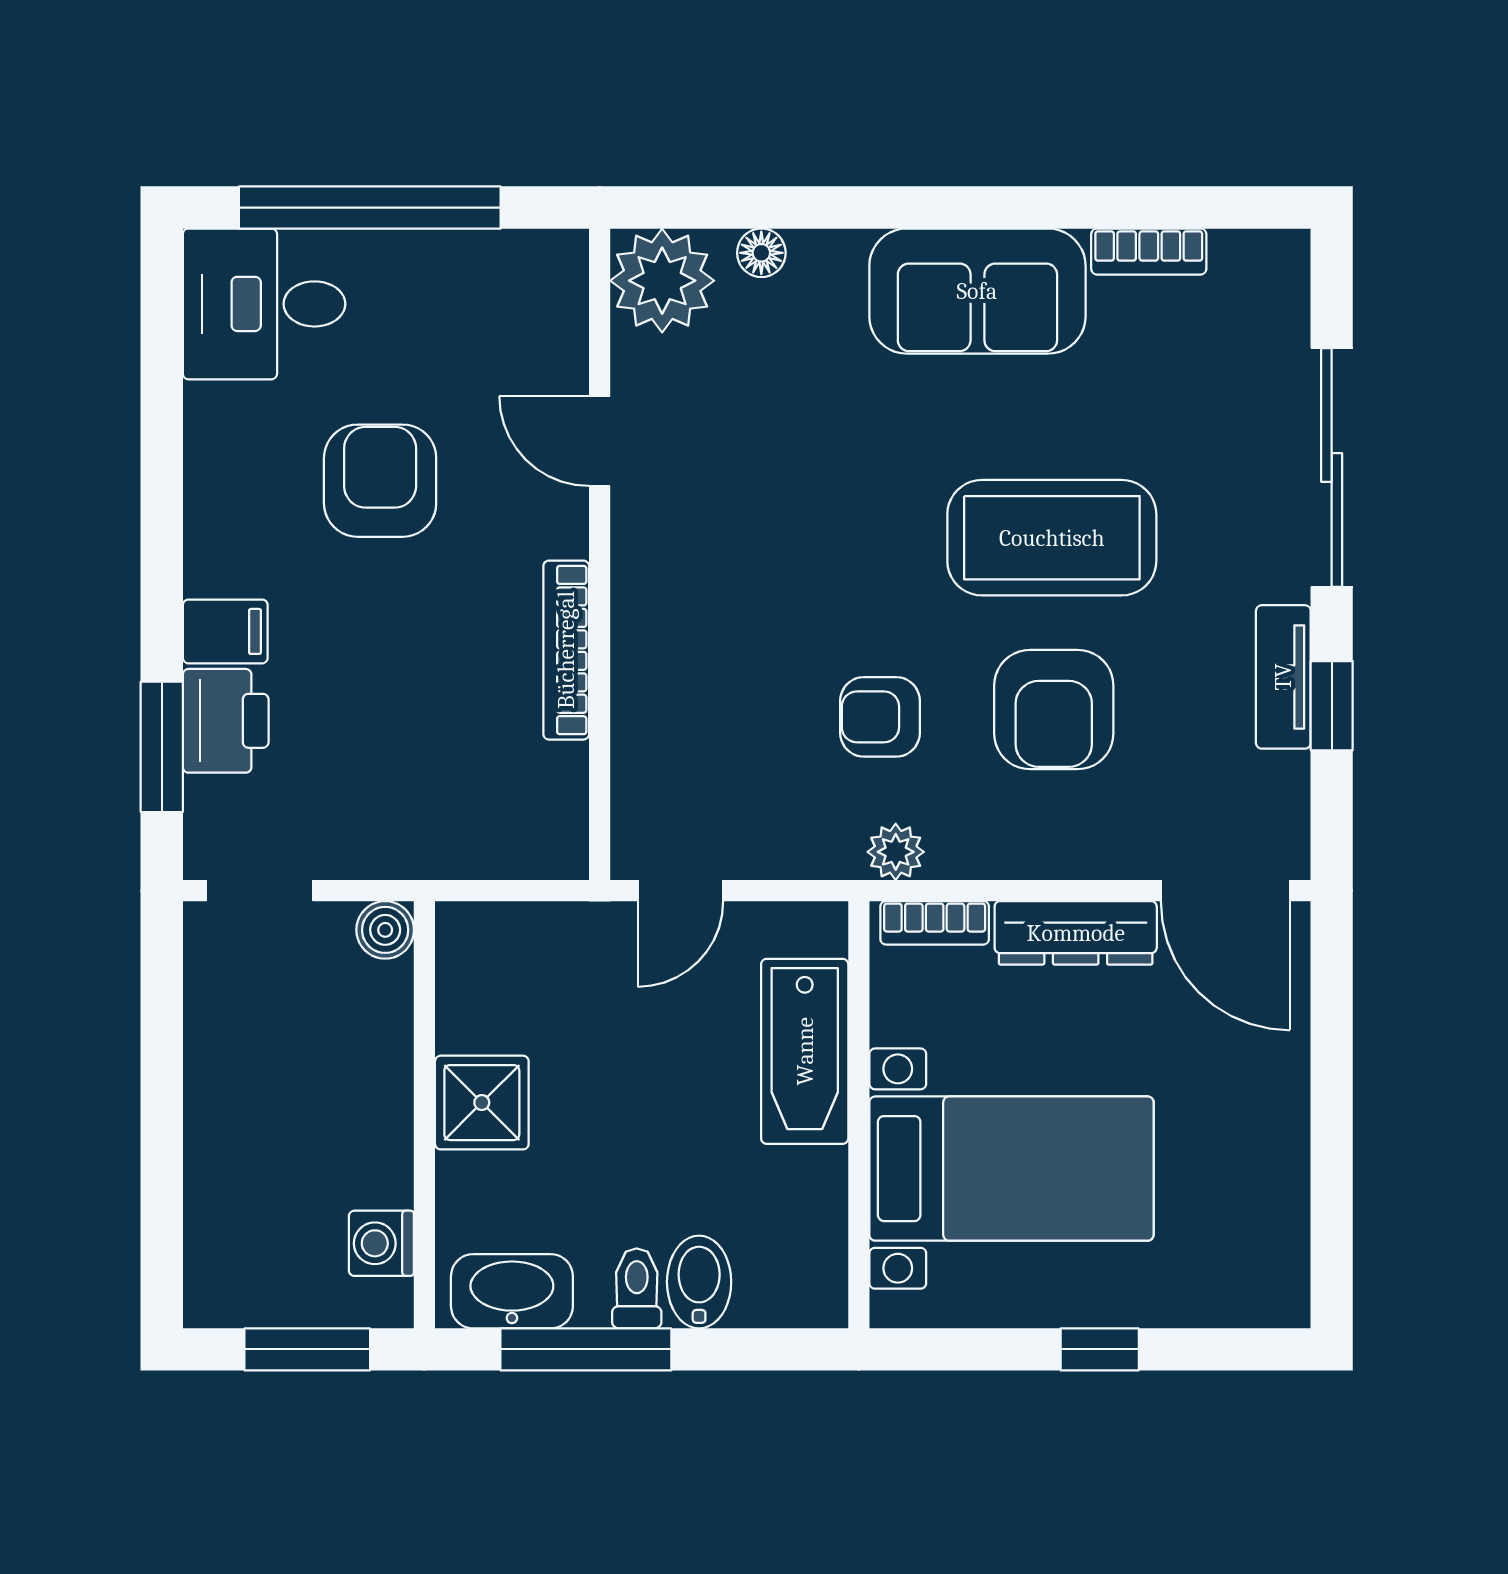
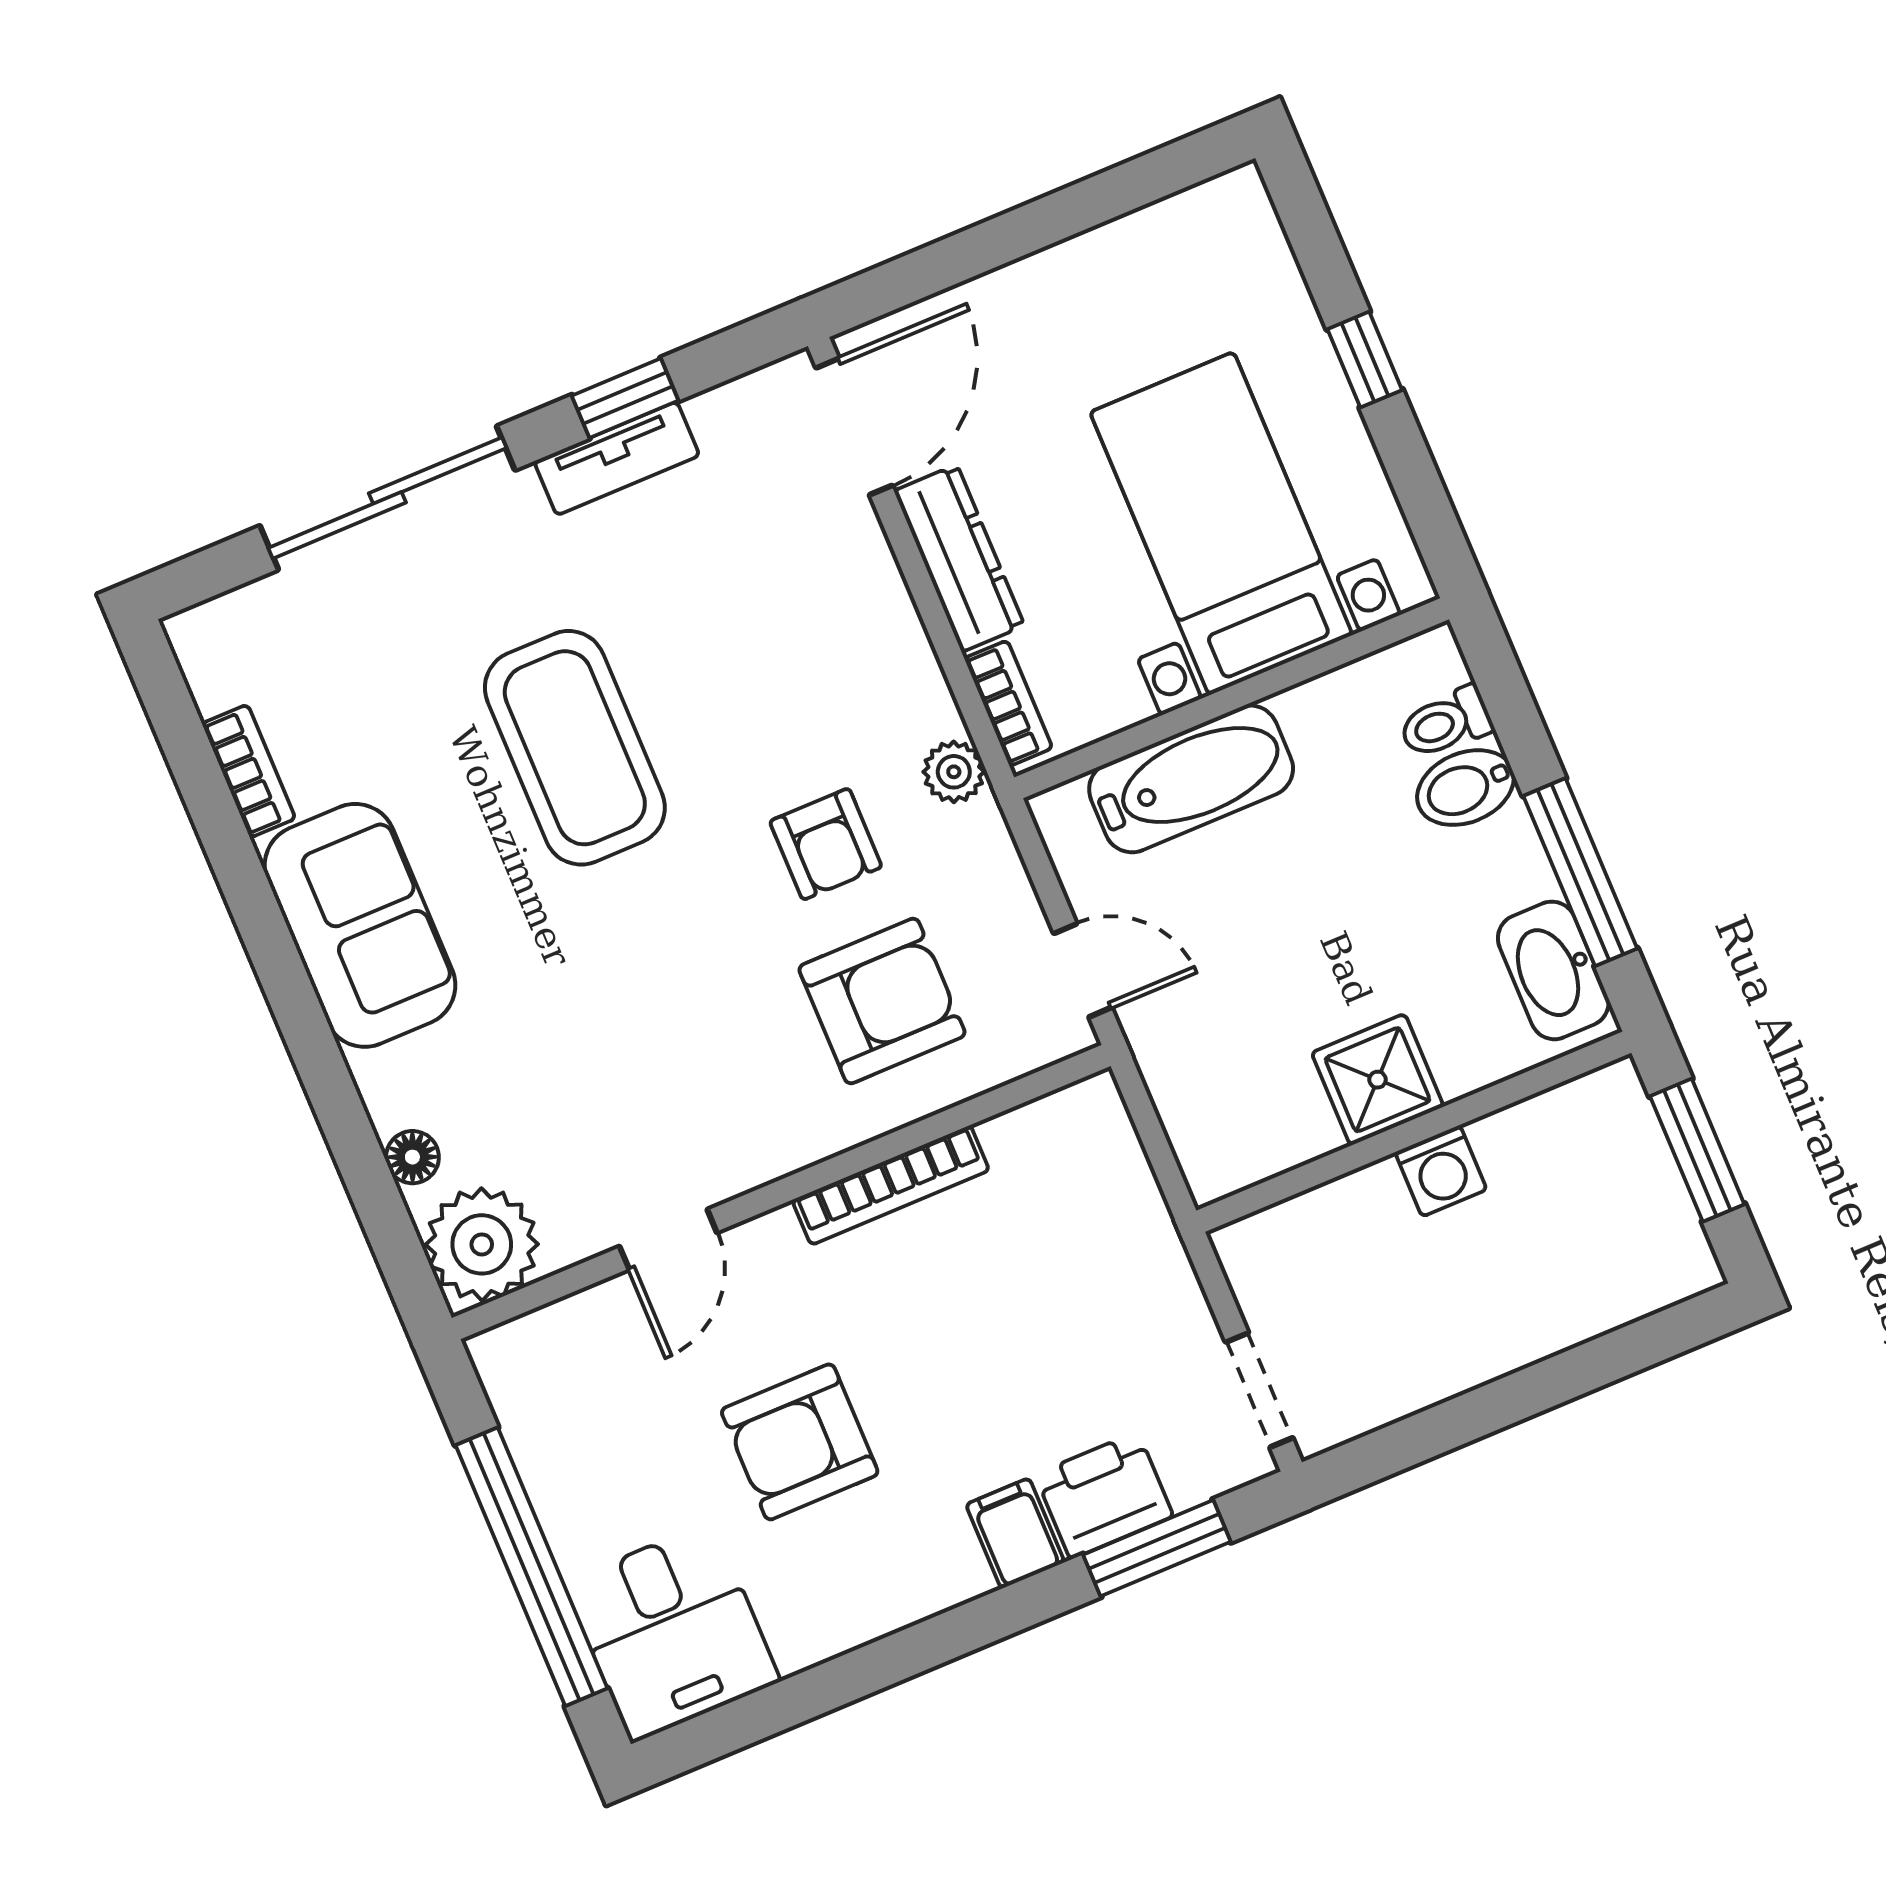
armchair: (1054, 710) -> (882, 1001), moved
boiler: (385, 930) -> (1246, 1248), removed
washing machine: (381, 1243) -> (1441, 1171), moved
toilet: (637, 1288) -> (1446, 723), moved

